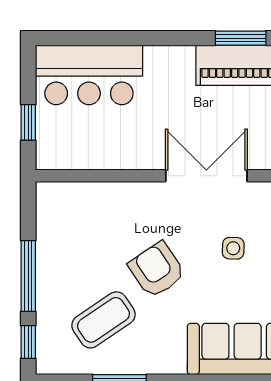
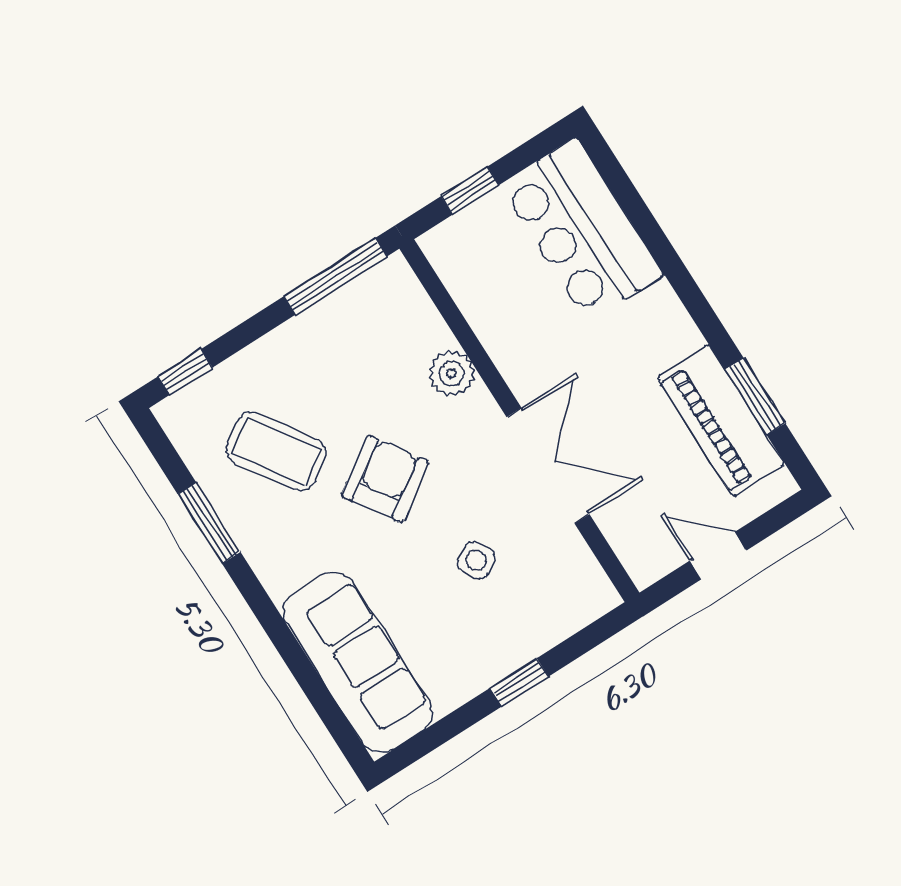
plant: (122, 197) -> (452, 374), added
side table: (233, 248) -> (476, 560), turned -31
window: (28, 276) -> (335, 276), moved

